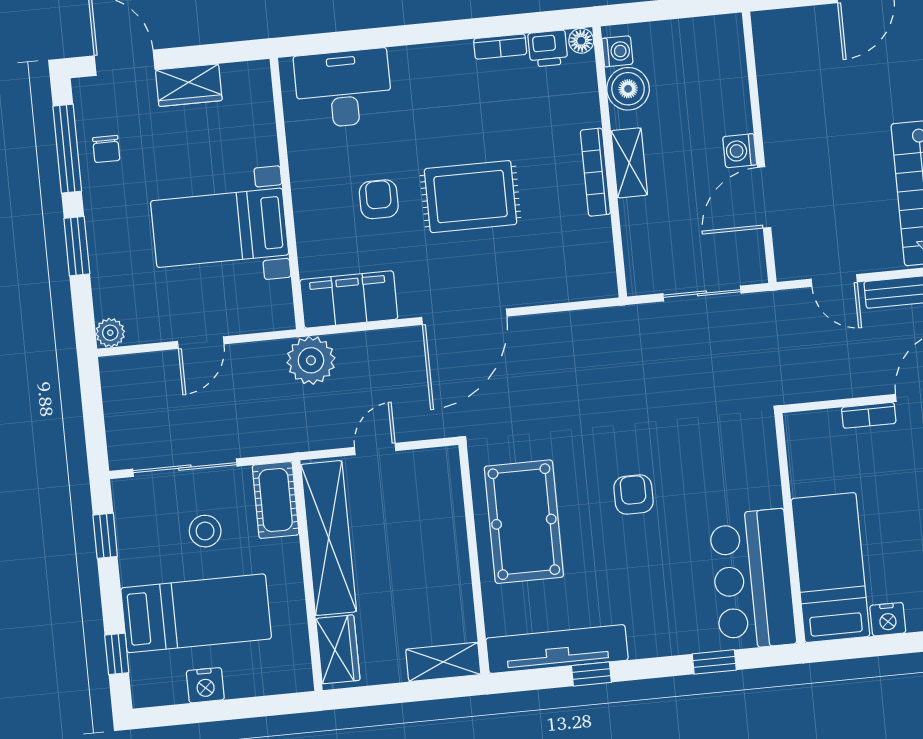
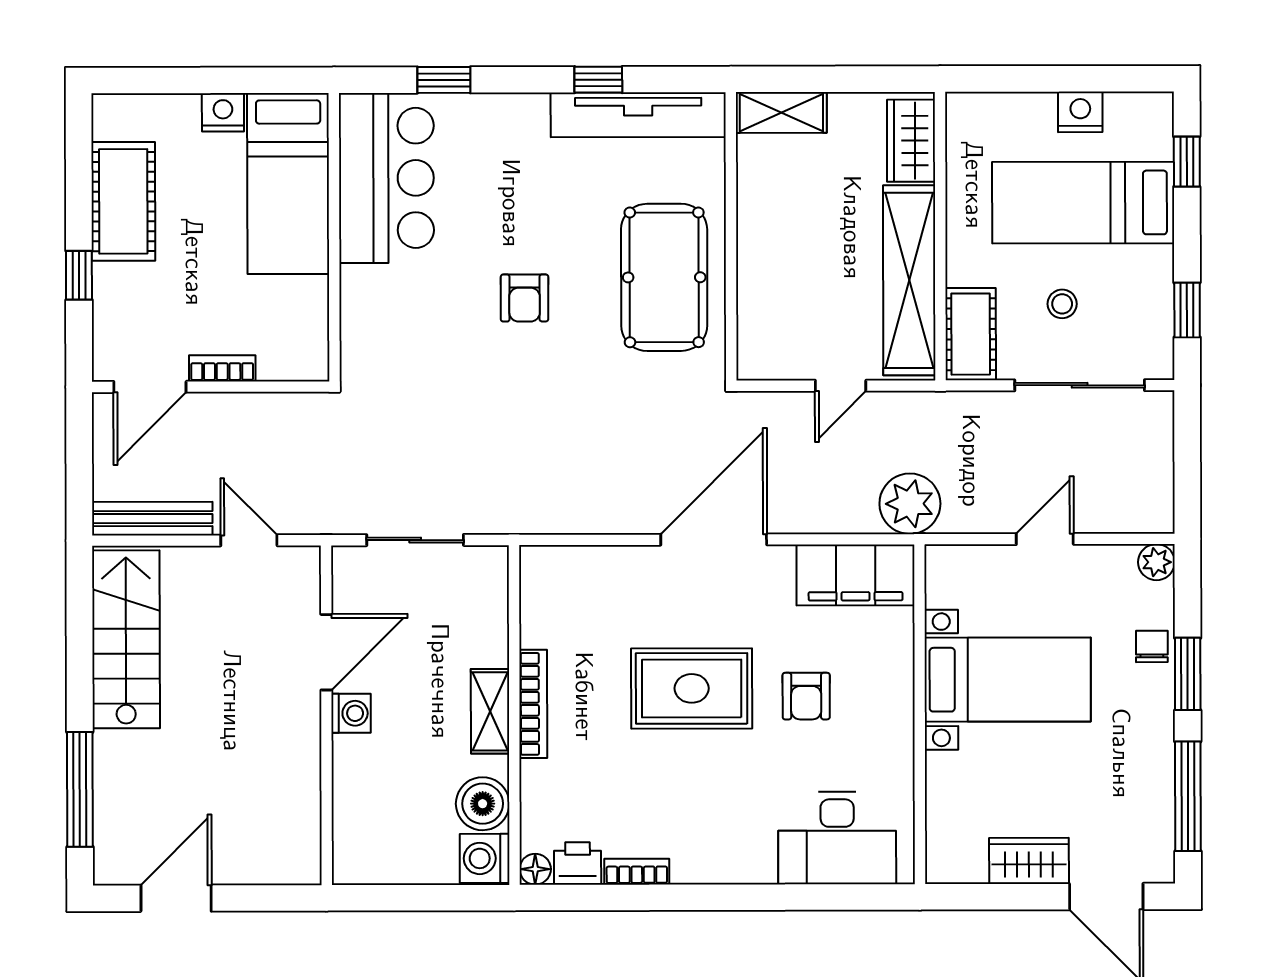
washing machine: (617, 51) -> (485, 858), width x1.38, depth x1.38
chair: (106, 149) -> (1152, 646), moved
stool: (205, 531) -> (1062, 304), width x0.73, depth x0.73

